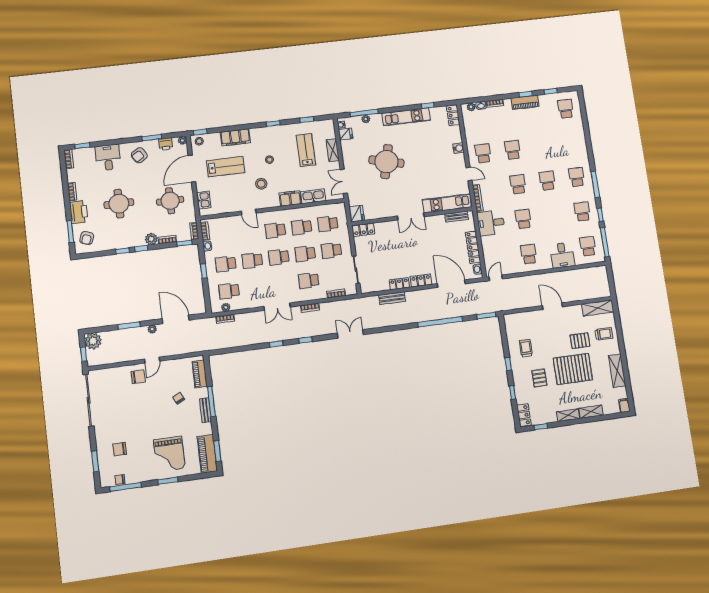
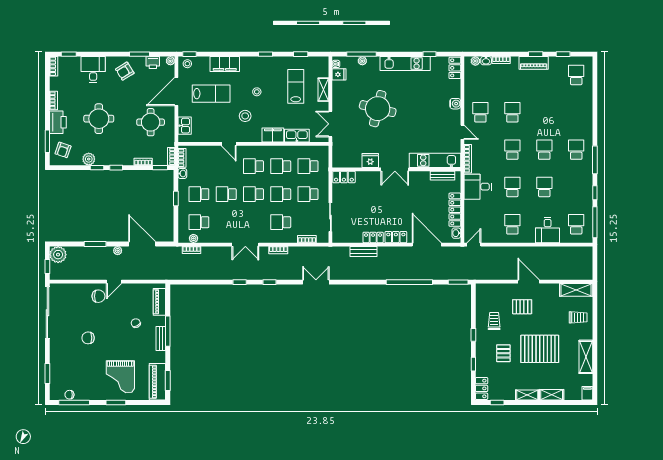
school desk: (582, 212) -> (544, 187), moved
fridge: (357, 214) -> (370, 161), moved, turned -90
plant: (151, 239) -> (89, 159), moved
pallet: (580, 341) -> (522, 307), moved
chair: (120, 449) -> (88, 338), moved

